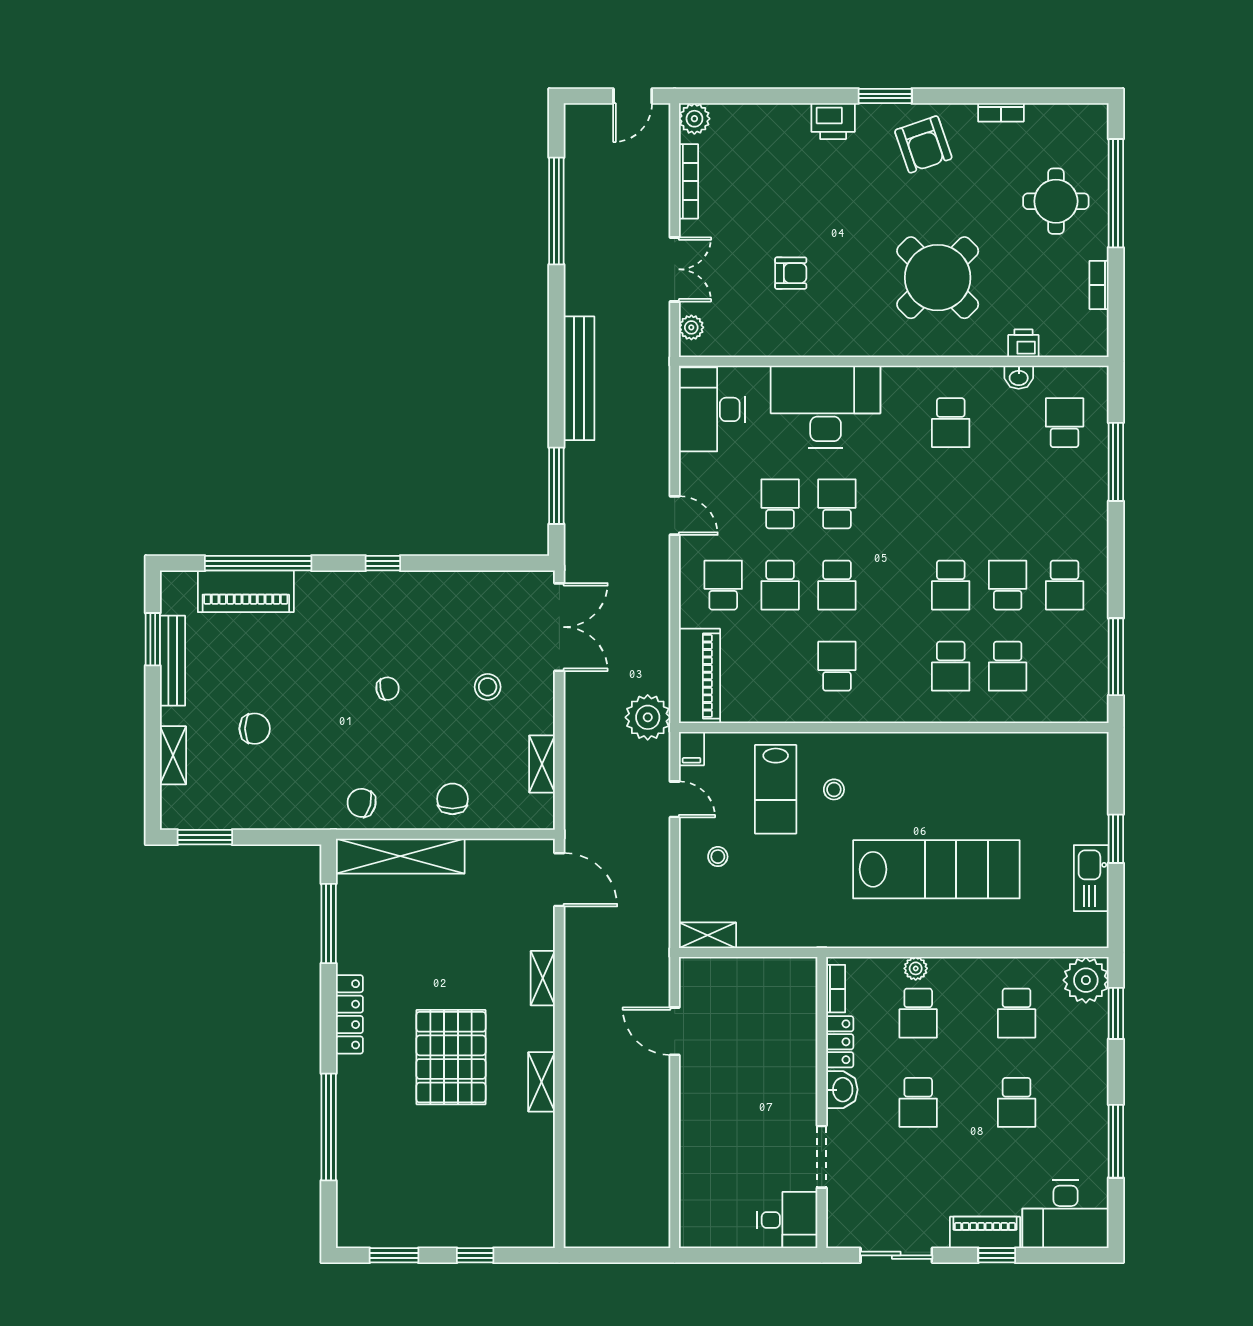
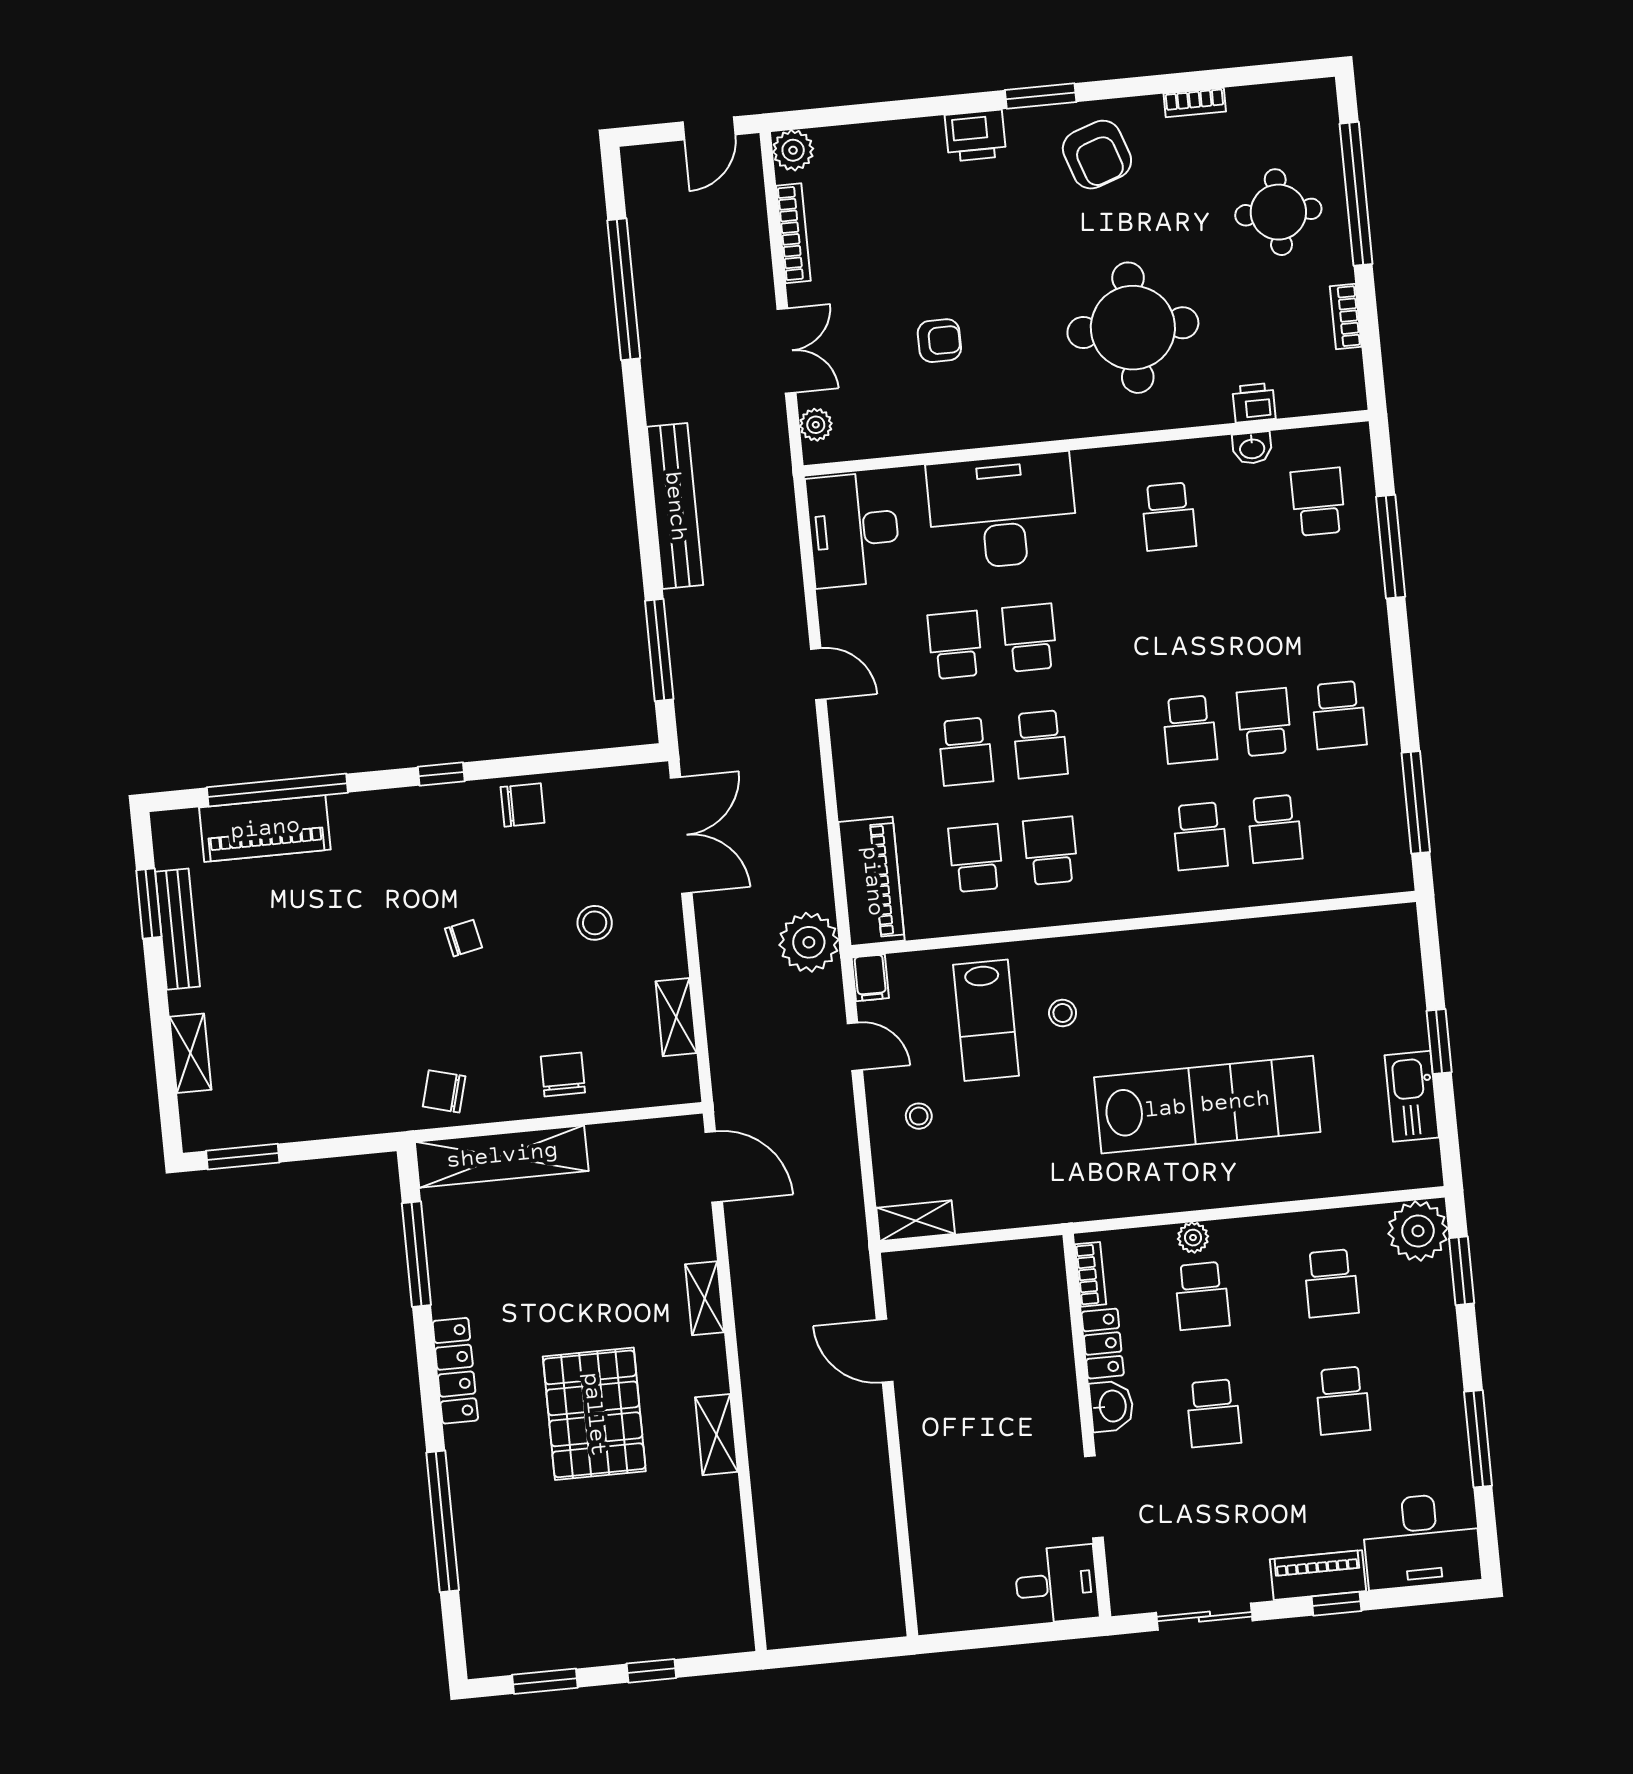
round table: (938, 278) -> (1133, 328), turned 45
school desk: (723, 585) -> (976, 858), moved
chair: (255, 729) -> (523, 805), moved

